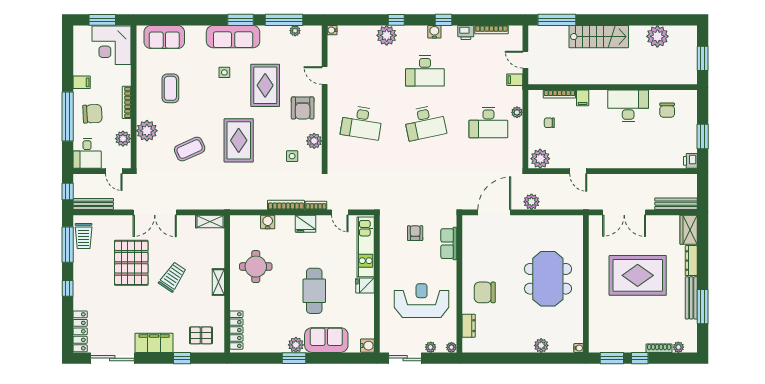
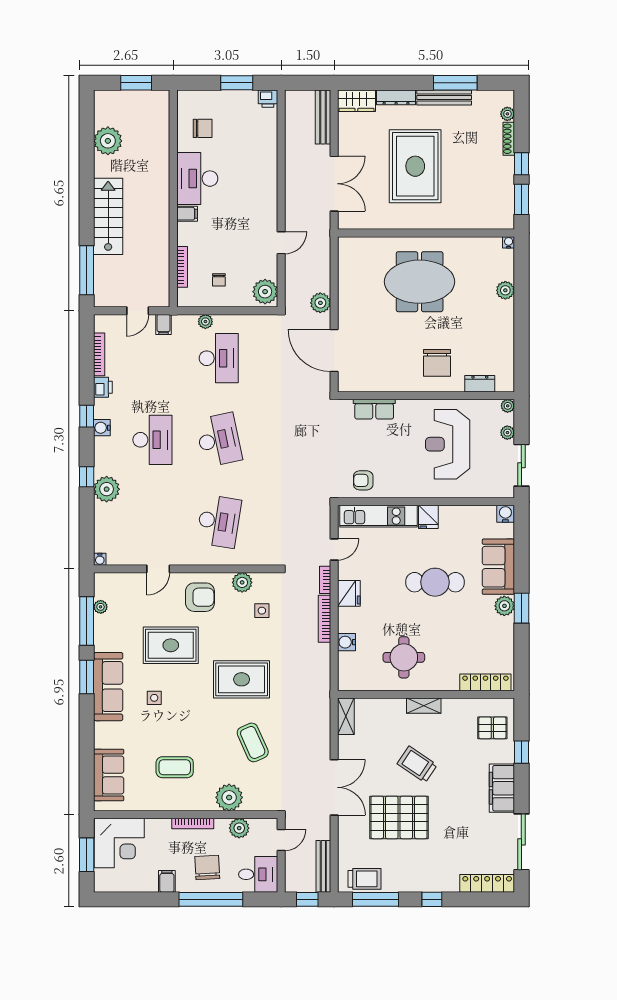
filing cabinet: (583, 98) -> (187, 214), moved
armchair: (415, 233) -> (363, 480), moved
pallet: (201, 335) -> (492, 728), turned 90

